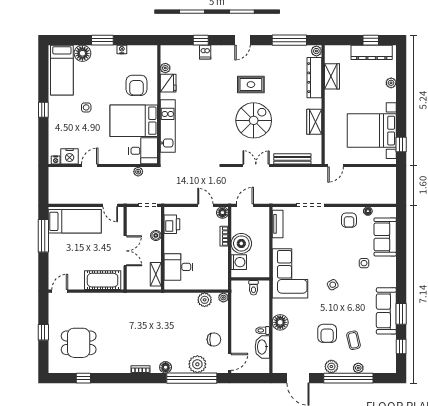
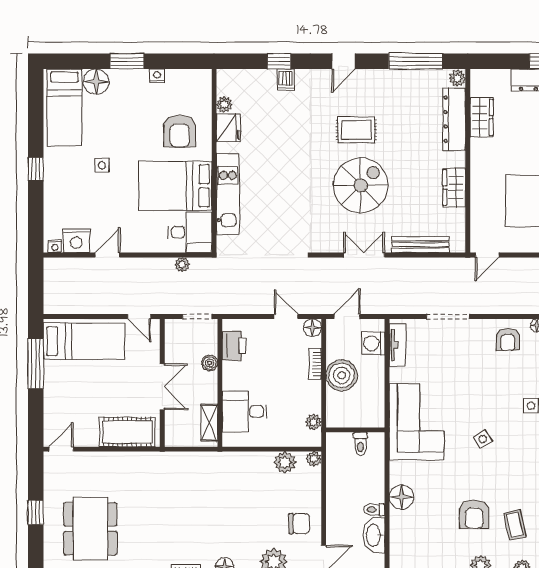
washing machine: (239, 262) -> (373, 343), moved, turned 180
plant: (223, 274) -> (313, 422), added
dining table: (79, 343) -> (90, 529), width x1.38

